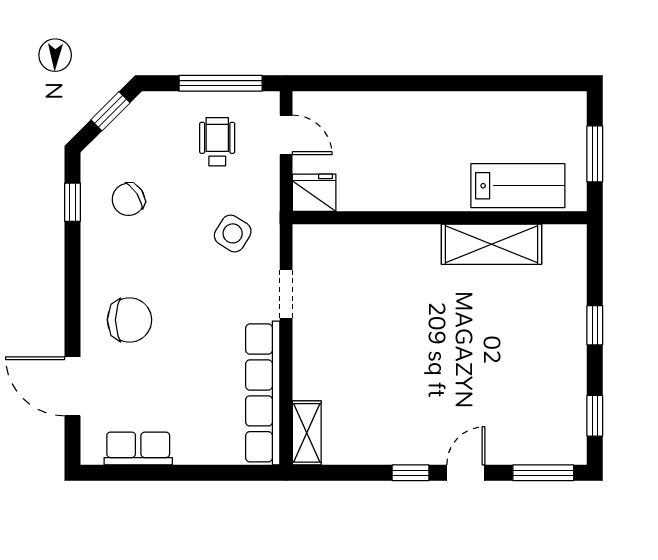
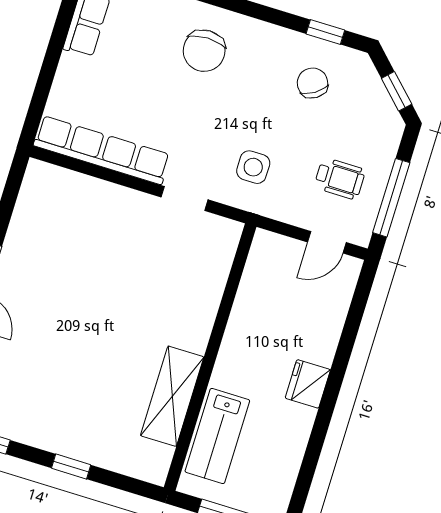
fridge: (314, 193) -> (308, 384), moved, turned 180
side table: (233, 233) -> (253, 167), turned -32
shelving: (307, 433) -> (54, 179), removed

